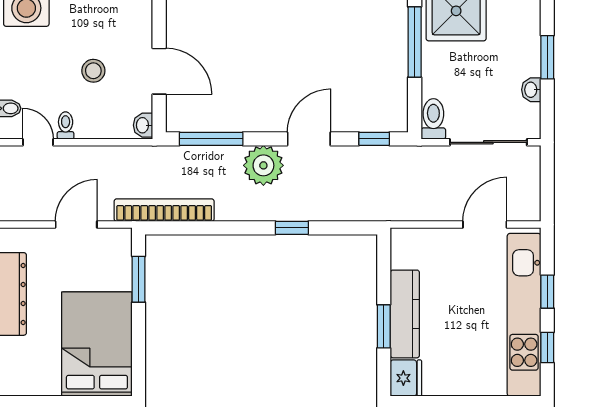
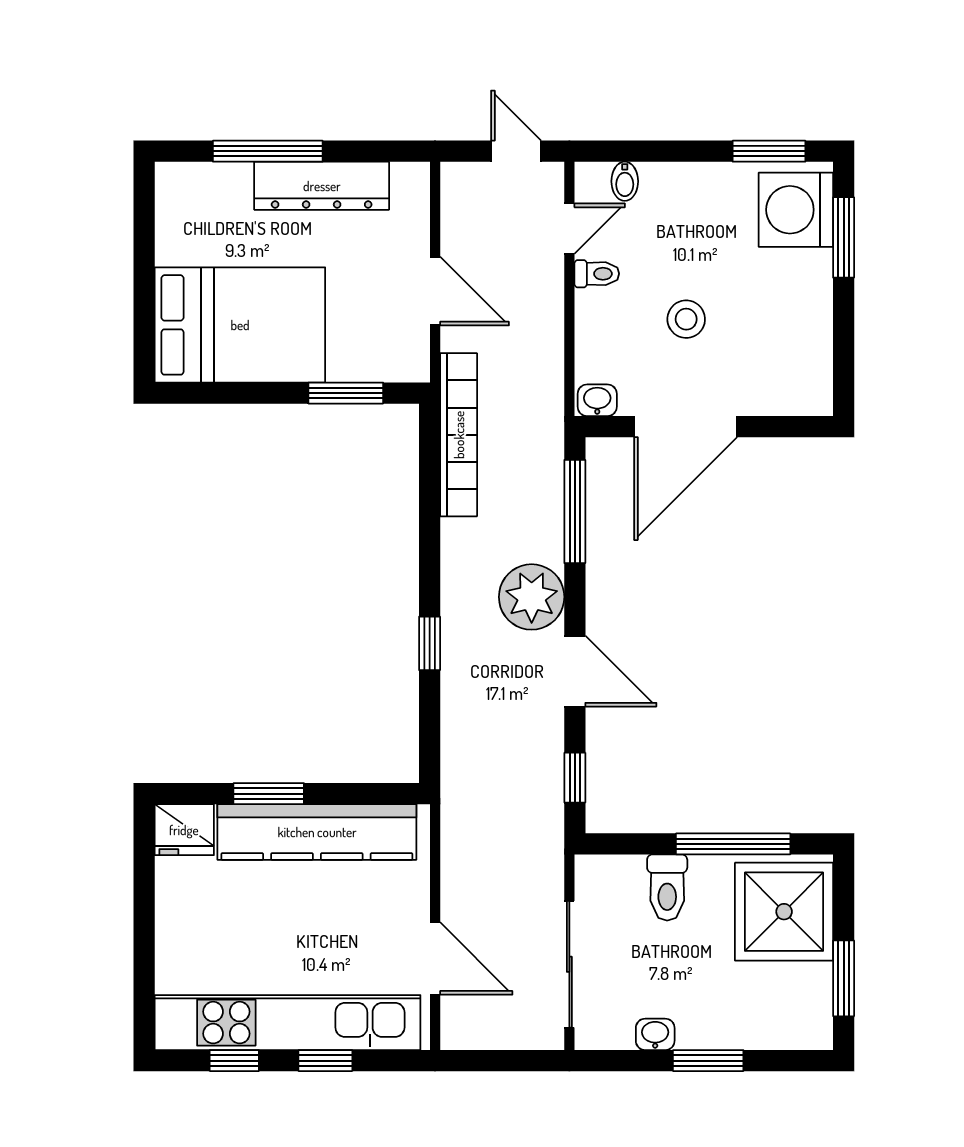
door: (159, 71) -> (686, 427), width x1.36
toilet: (433, 119) -> (667, 888), moved, turned 90
kitchen counter: (405, 314) -> (317, 832), width x1.39, depth x1.17

